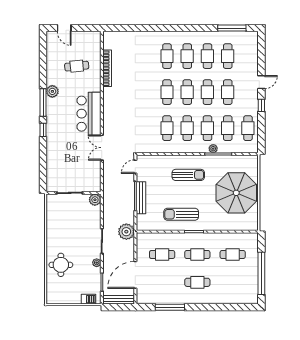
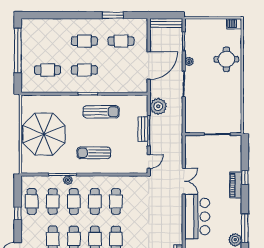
window: (261, 105) -> (18, 213), moved
window: (43, 130) -> (245, 177), moved
piano: (52, 144) -> (236, 185), added
bench: (141, 198) -> (143, 129), width x0.73
plant: (95, 200) -> (191, 127), removed
plant: (126, 232) -> (158, 106), moved
cafe table: (162, 254) -> (121, 41), moved
door: (135, 275) -> (149, 65), moved
barbecue: (89, 299) -> (234, 24), moved
window: (170, 307) -> (113, 15), width x0.69

